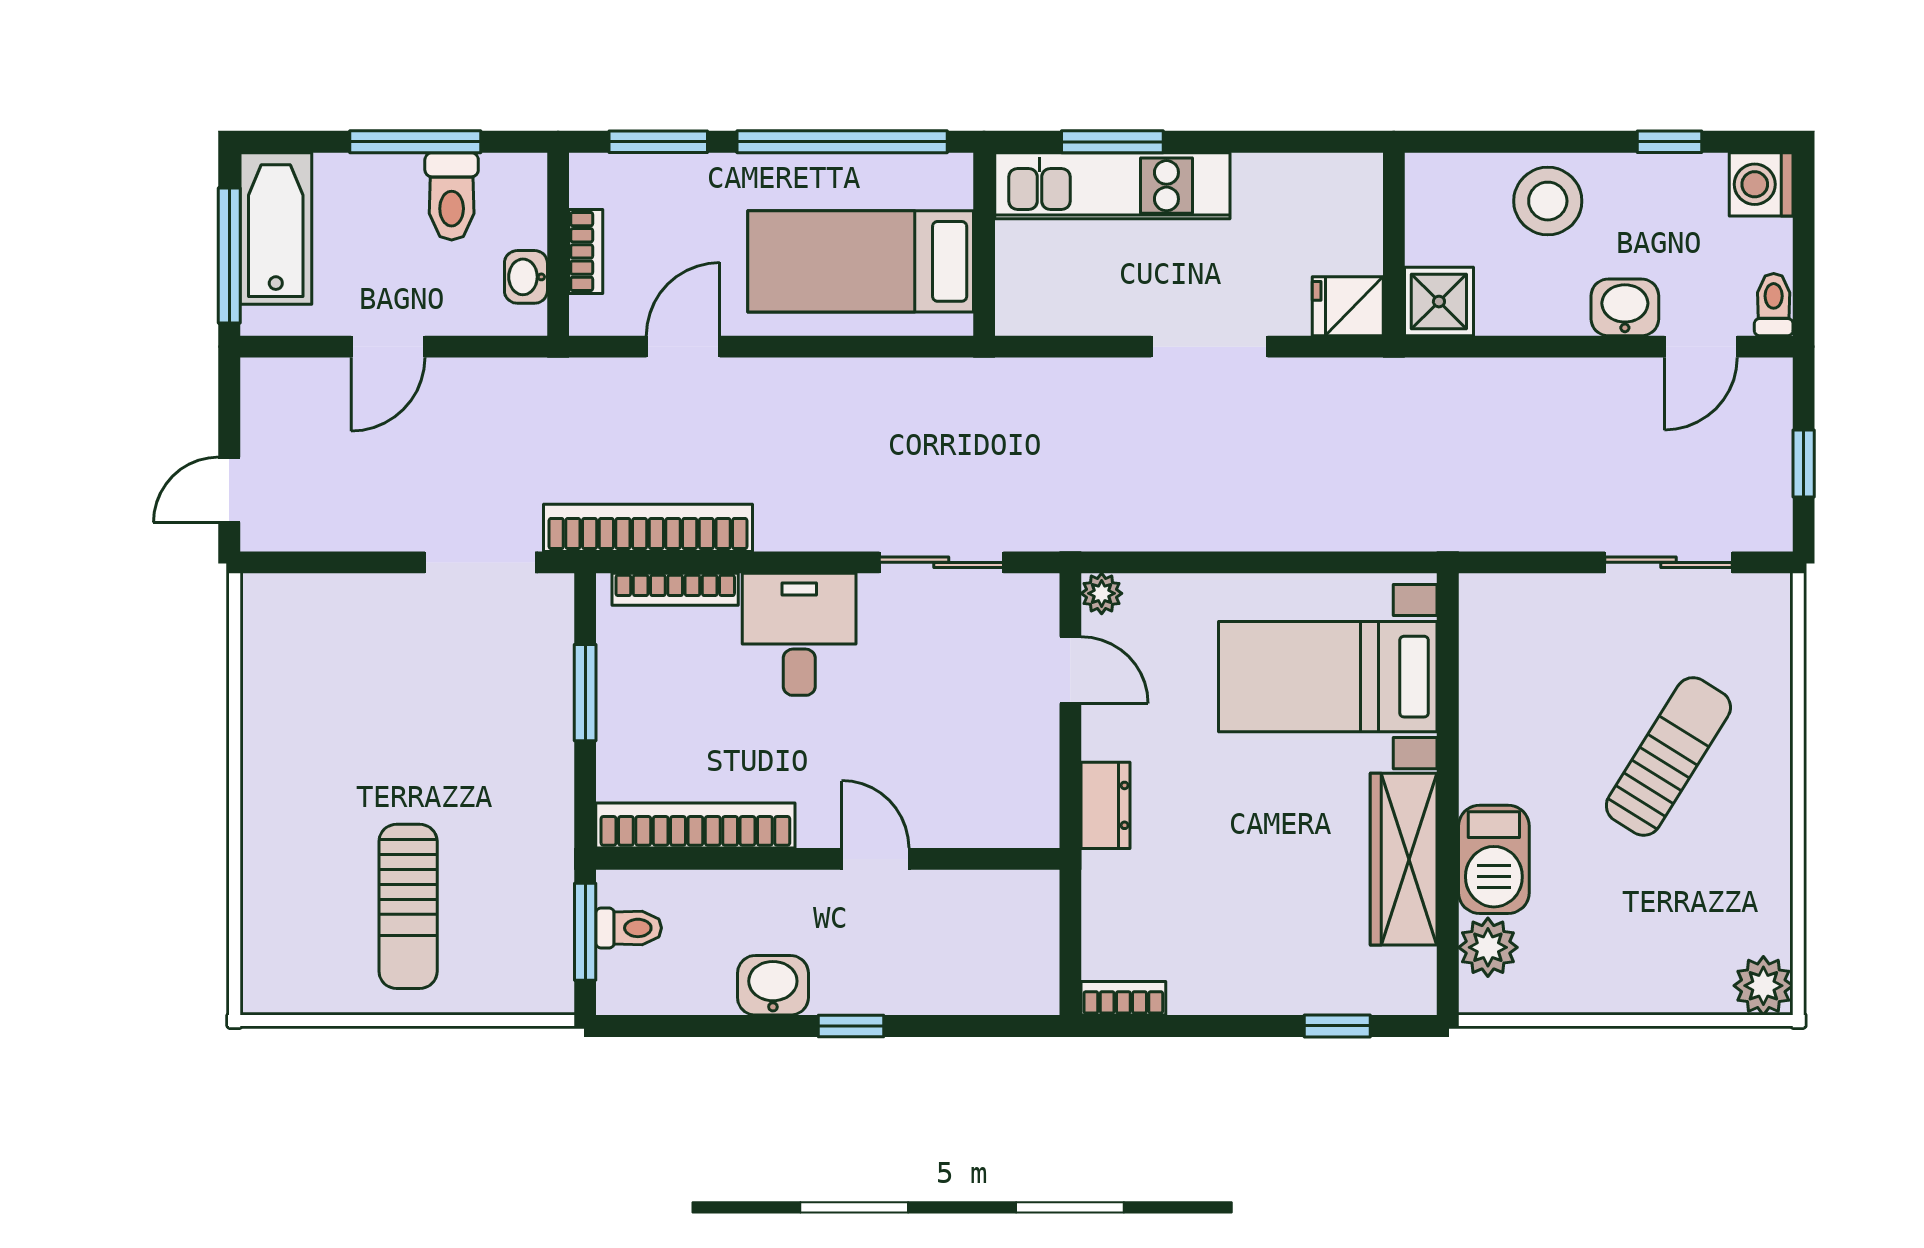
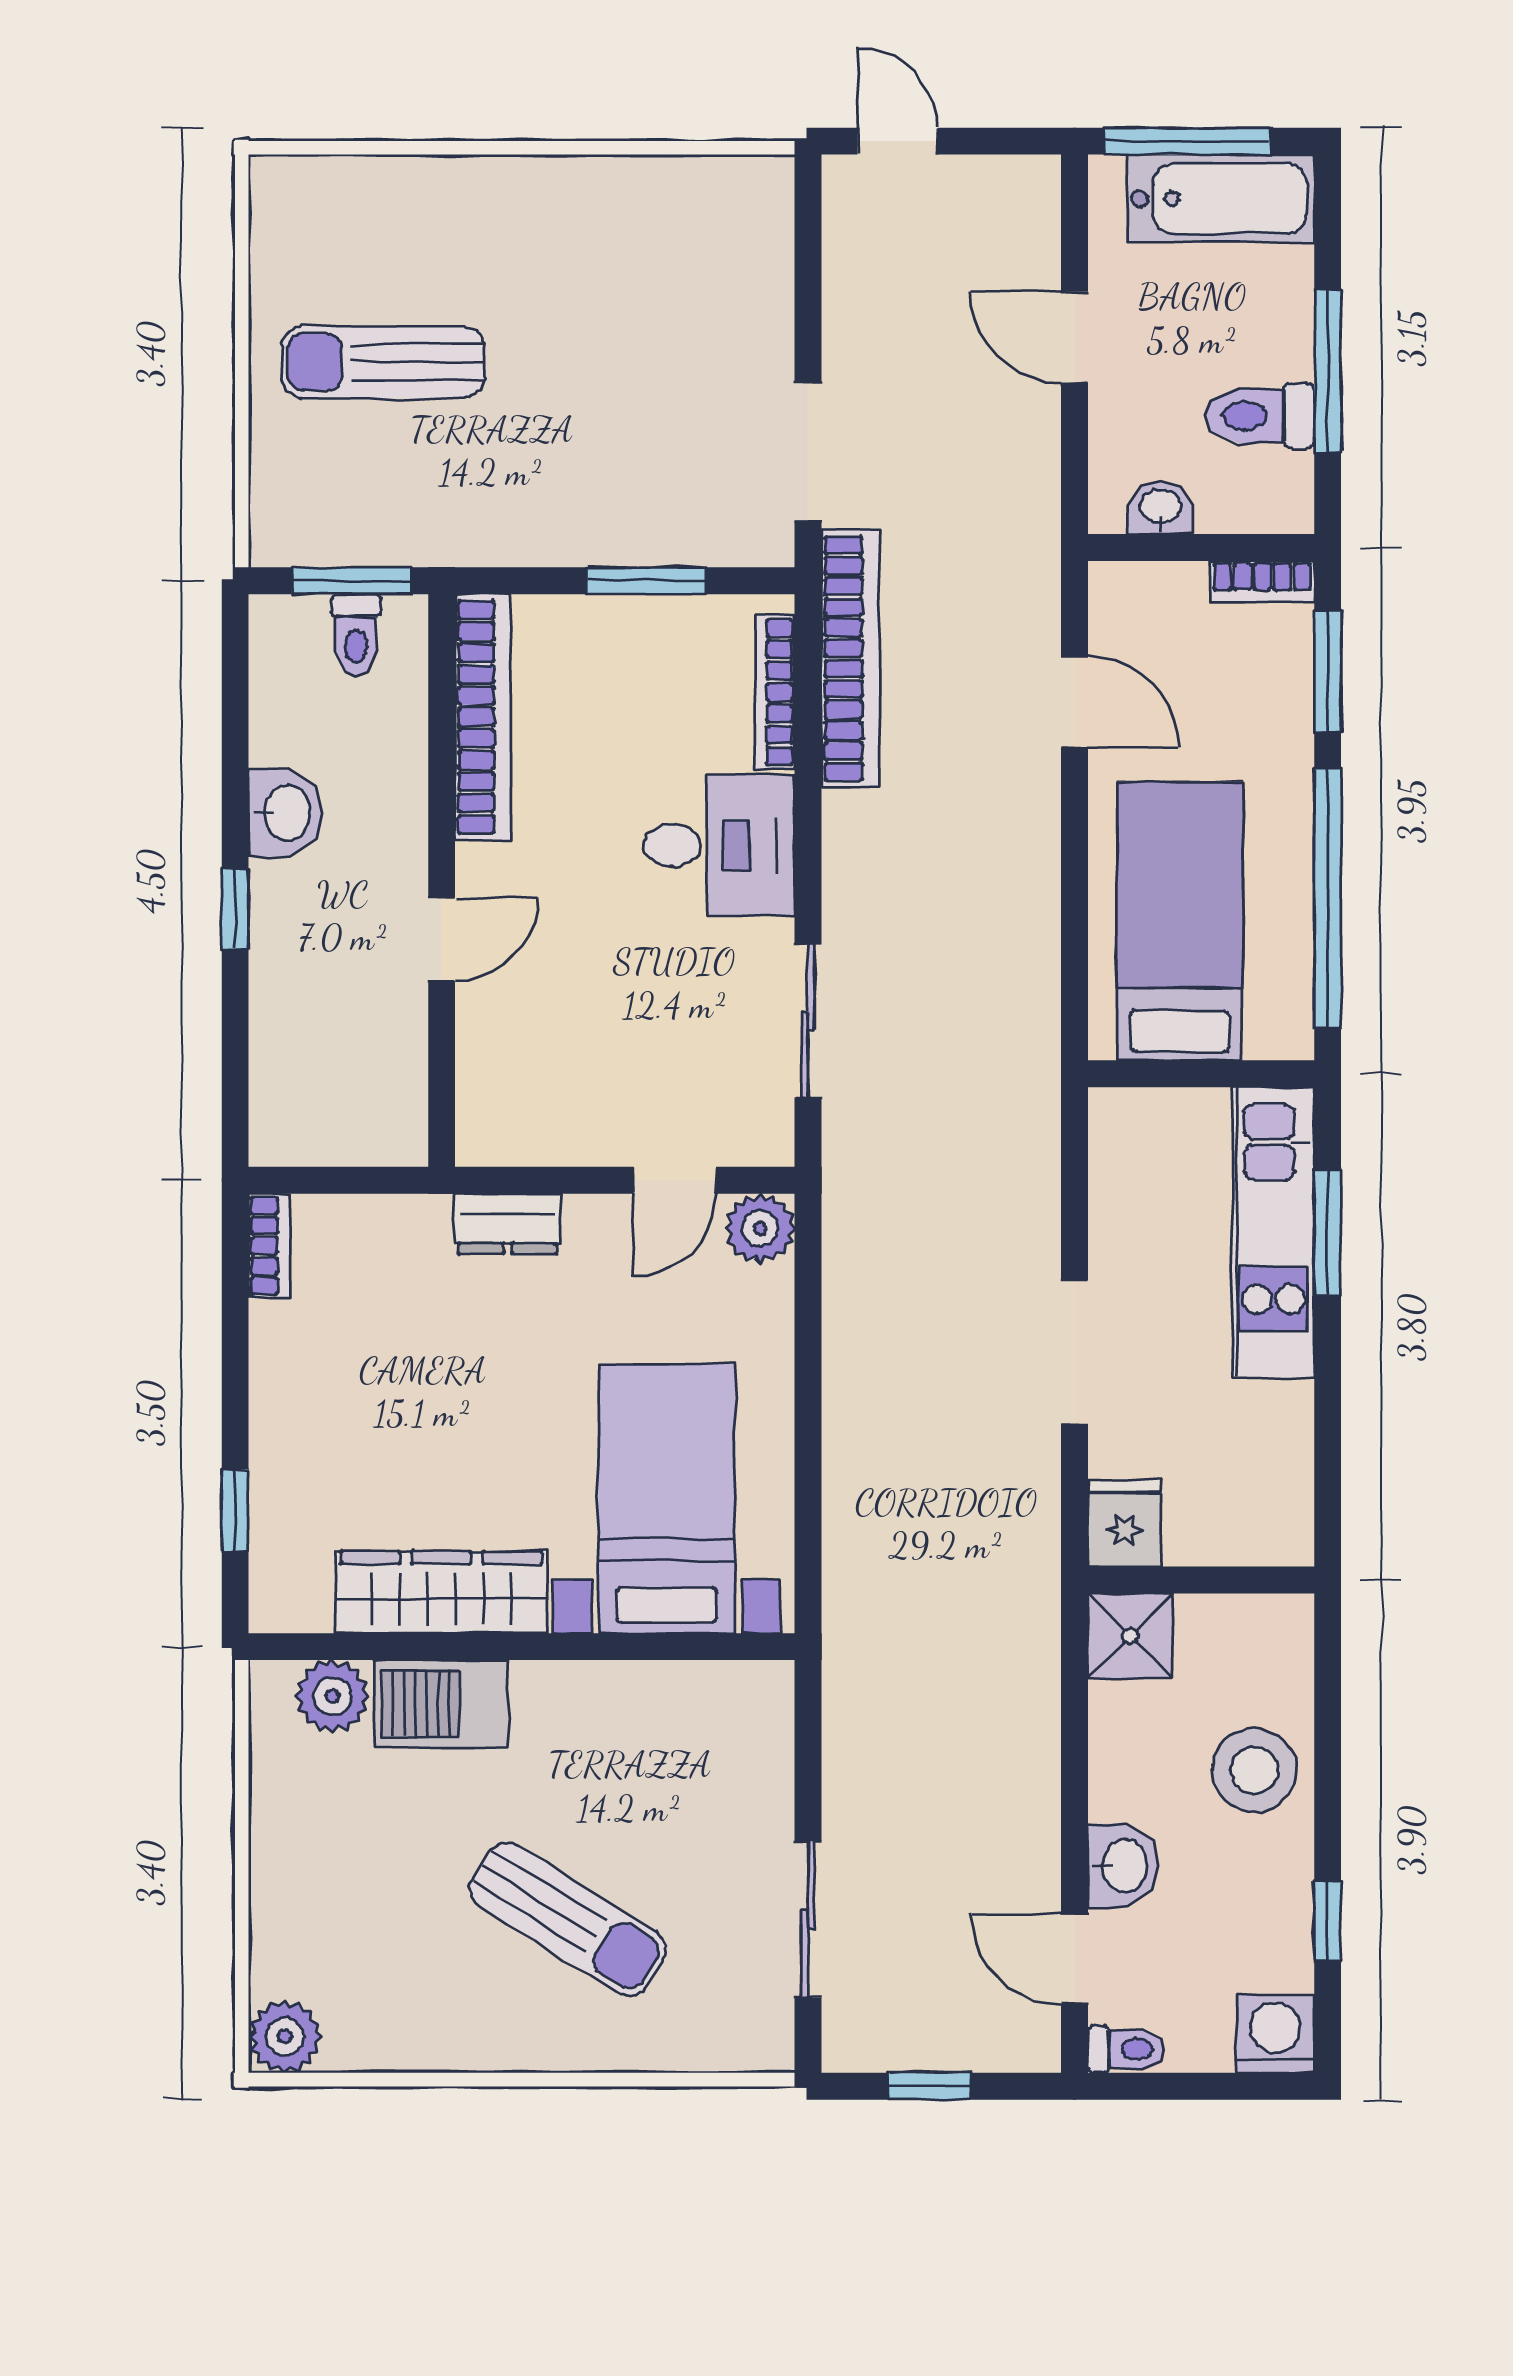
bookcase: (586, 251) -> (1262, 582), moved
plant: (1102, 593) -> (760, 1228), width x1.38, depth x1.38

